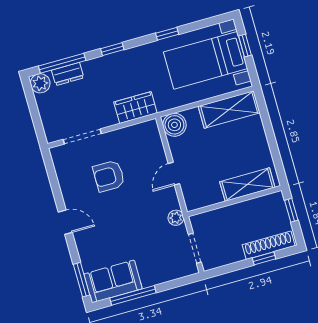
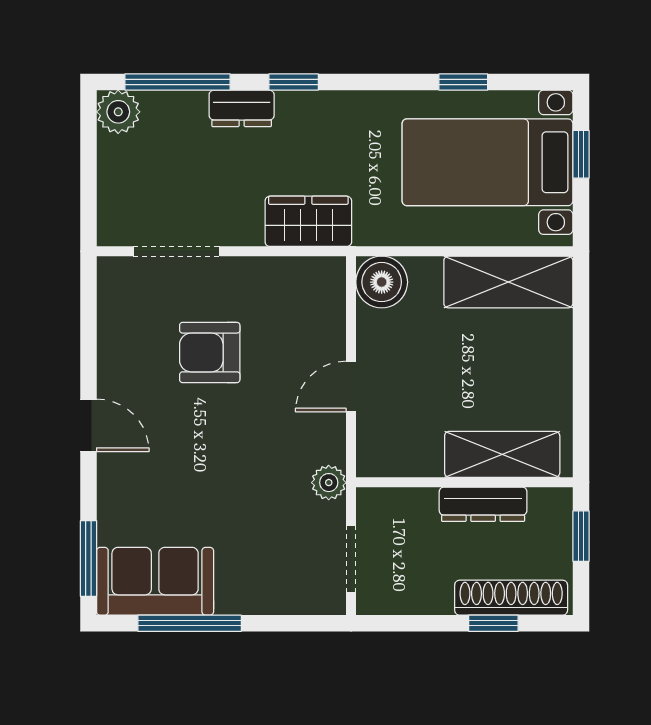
window: (167, 34) -> (463, 82), moved
dresser: (68, 74) -> (242, 108), moved
dresser: (245, 208) -> (483, 504), added

